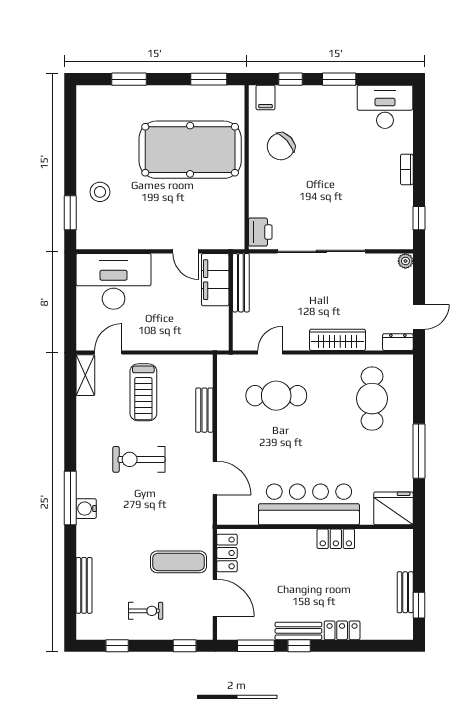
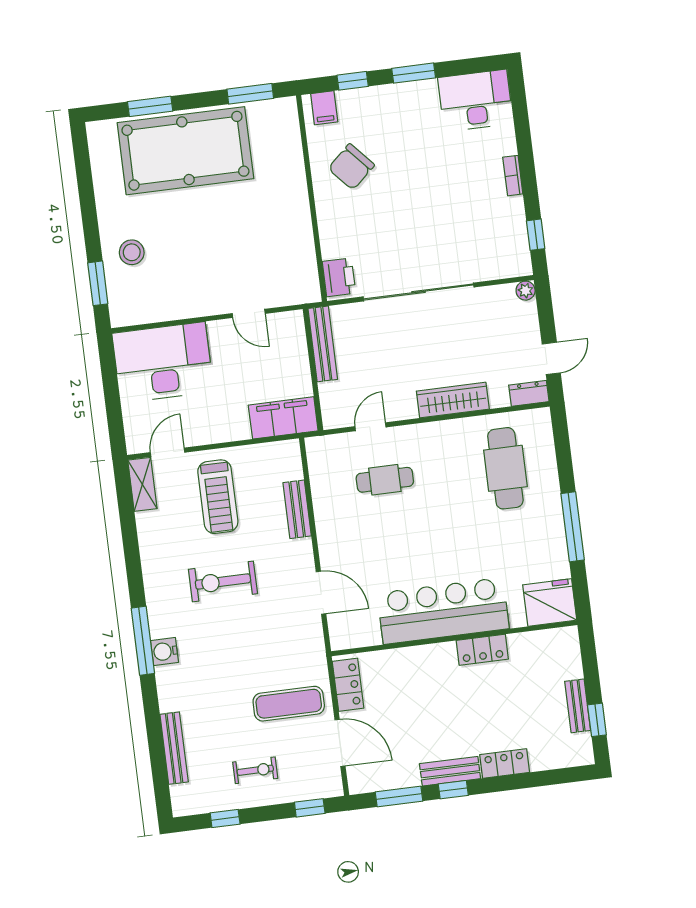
pool table: (190, 150) -> (185, 151), moved
filing cabinet: (215, 280) -> (283, 418), moved, turned 90
cafe table: (276, 396) -> (385, 480), width x0.73, depth x0.74

